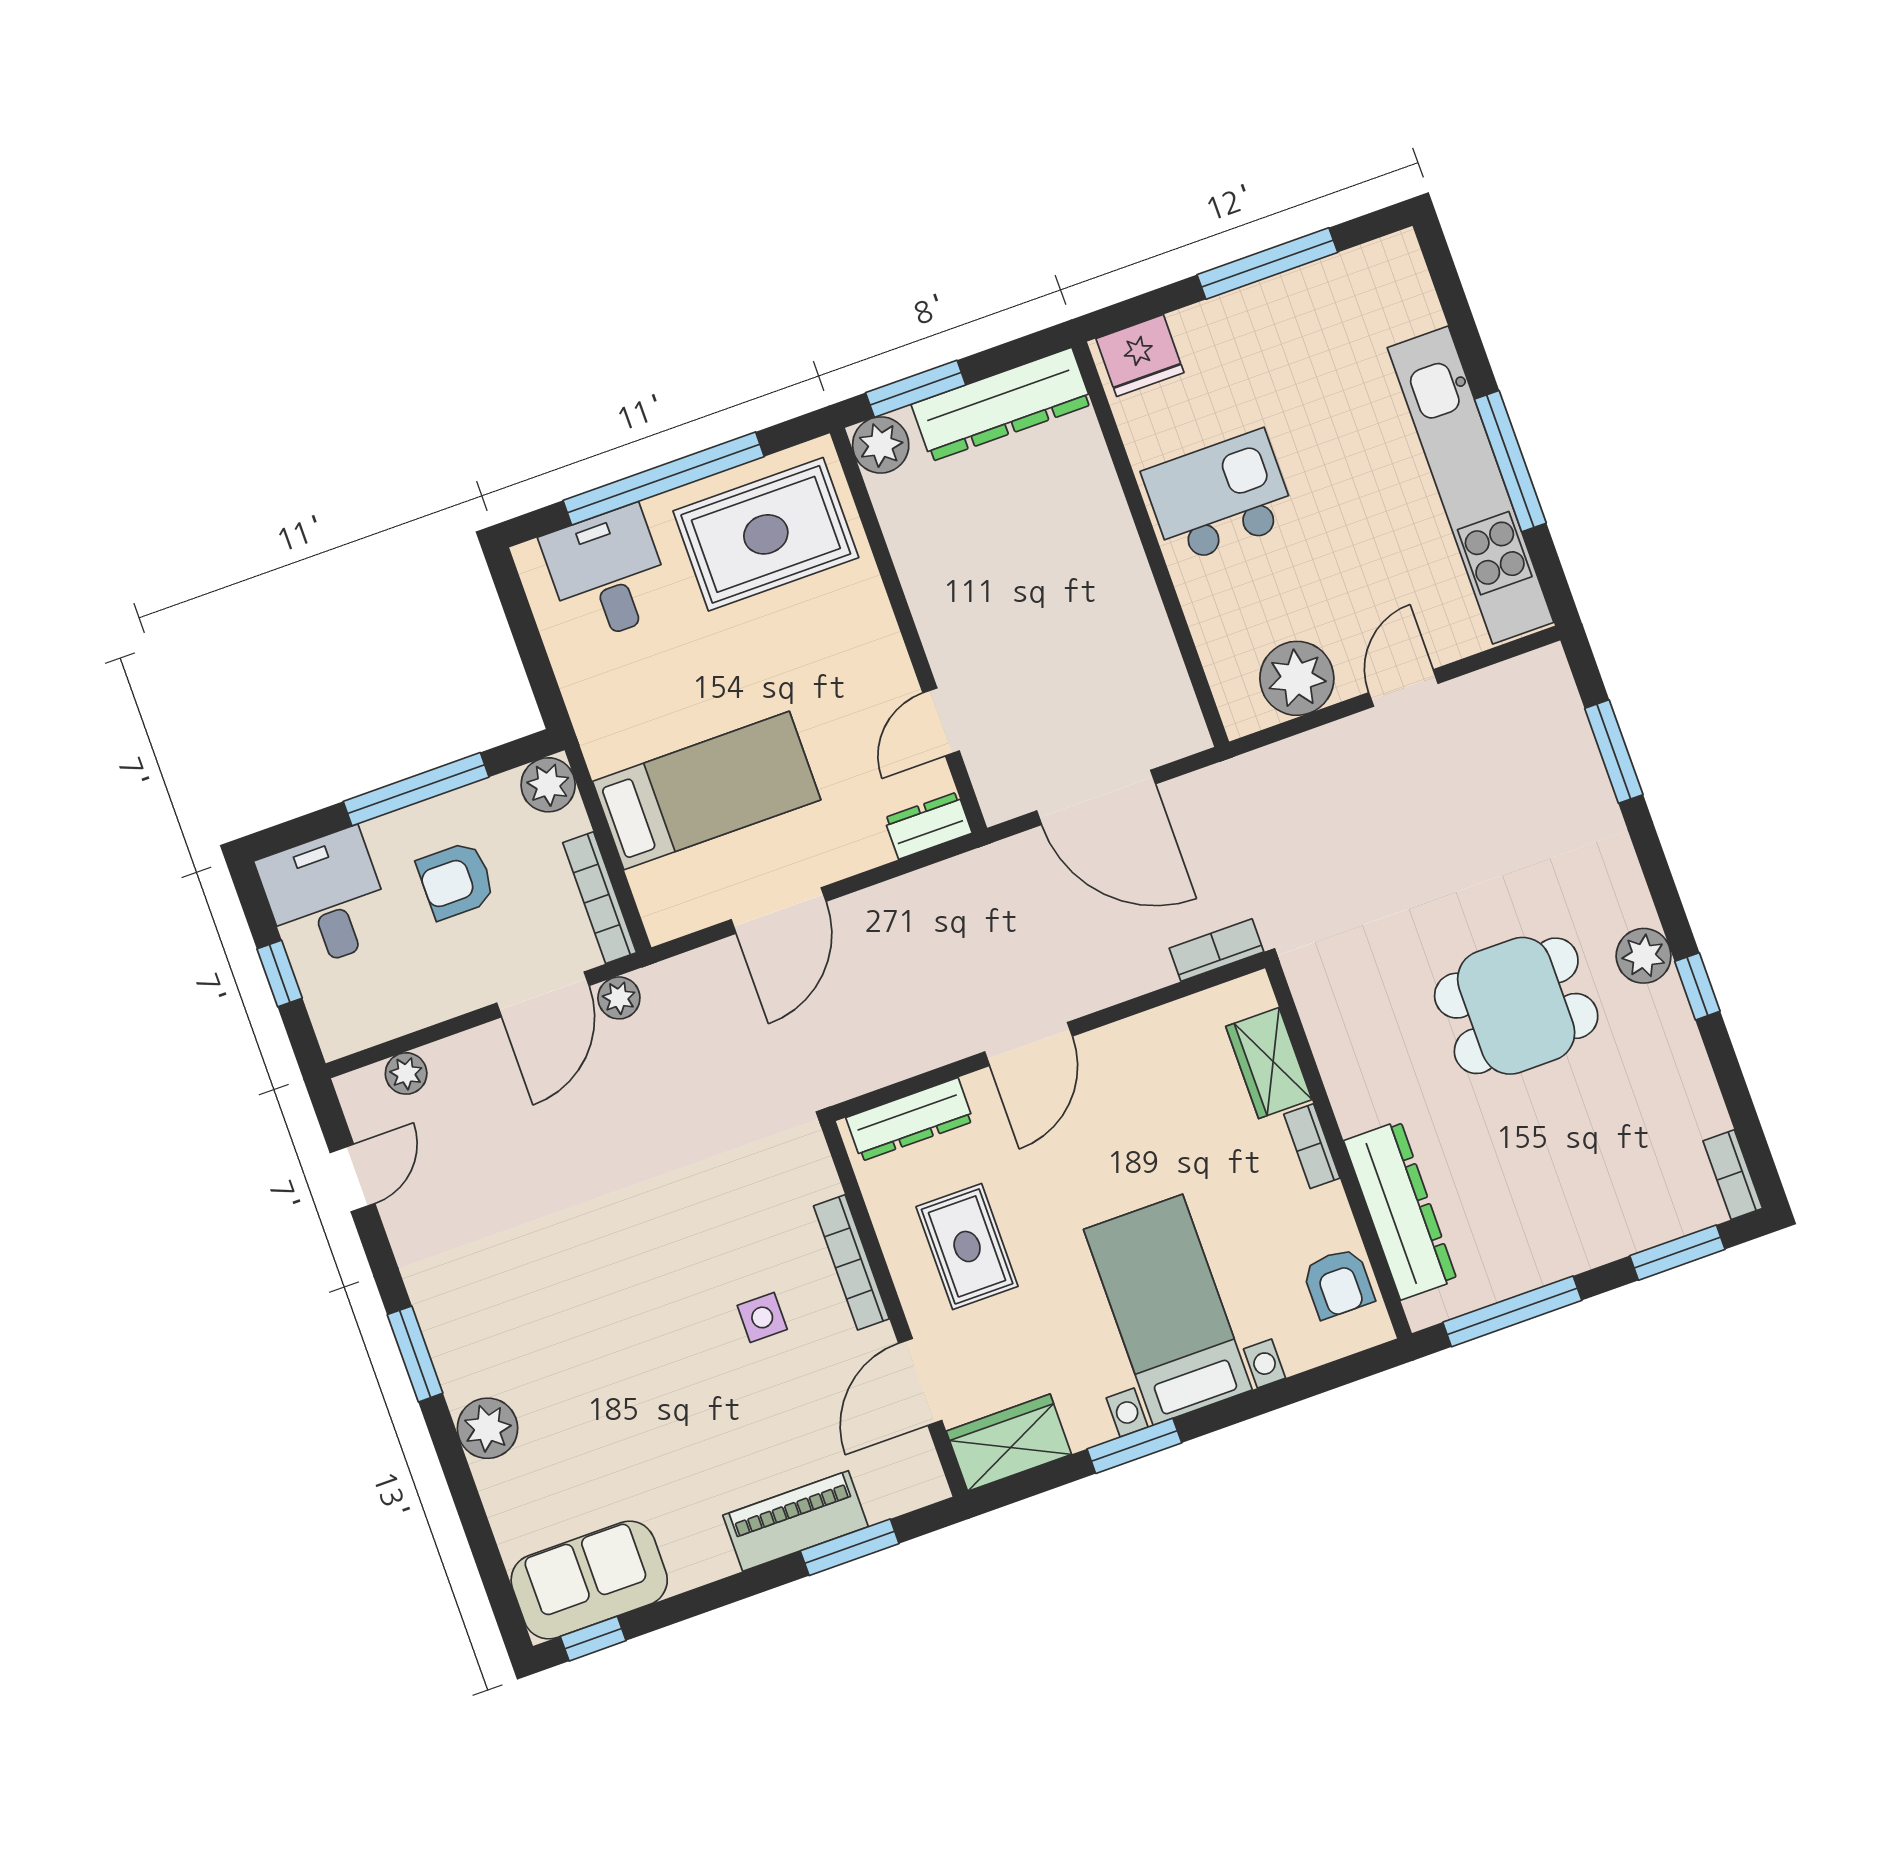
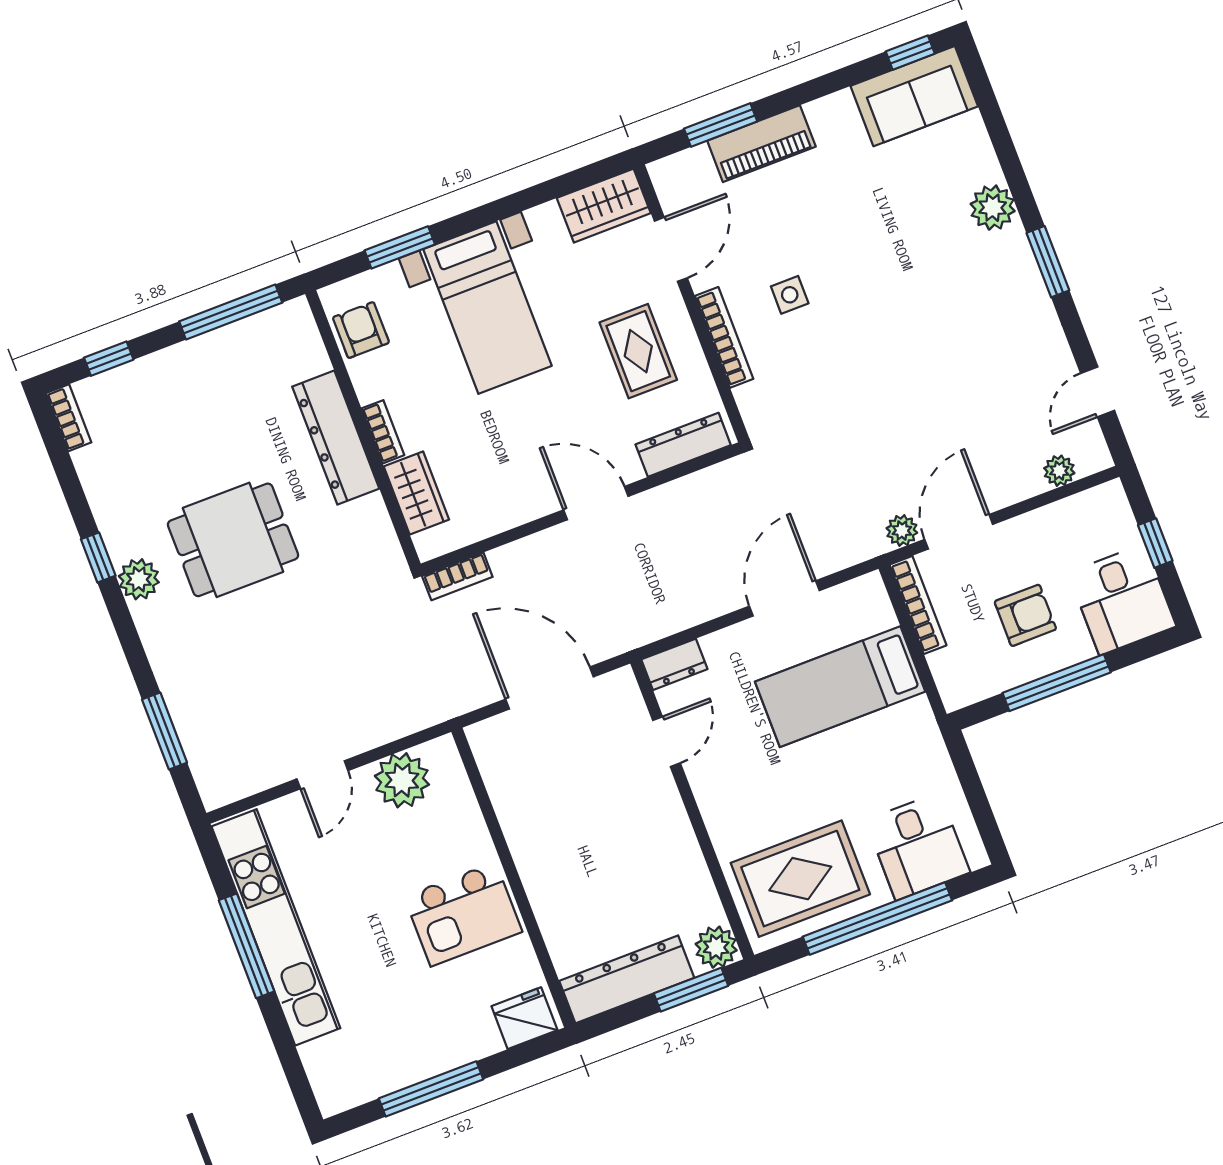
plant: (548, 785) -> (958, 688), removed
door: (1028, 1044) -> (596, 503), hinge flipped
dresser: (1400, 1210) -> (336, 438), moved
window: (1677, 1253) -> (109, 359), width x0.67
window: (1134, 1446) -> (400, 247), moved

